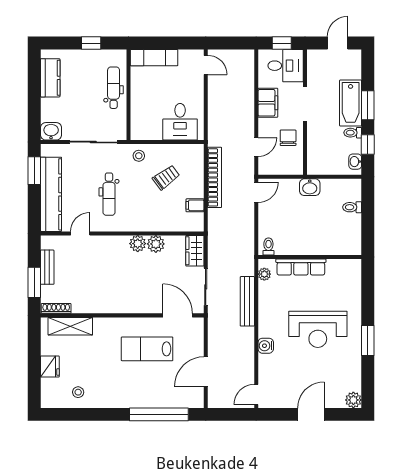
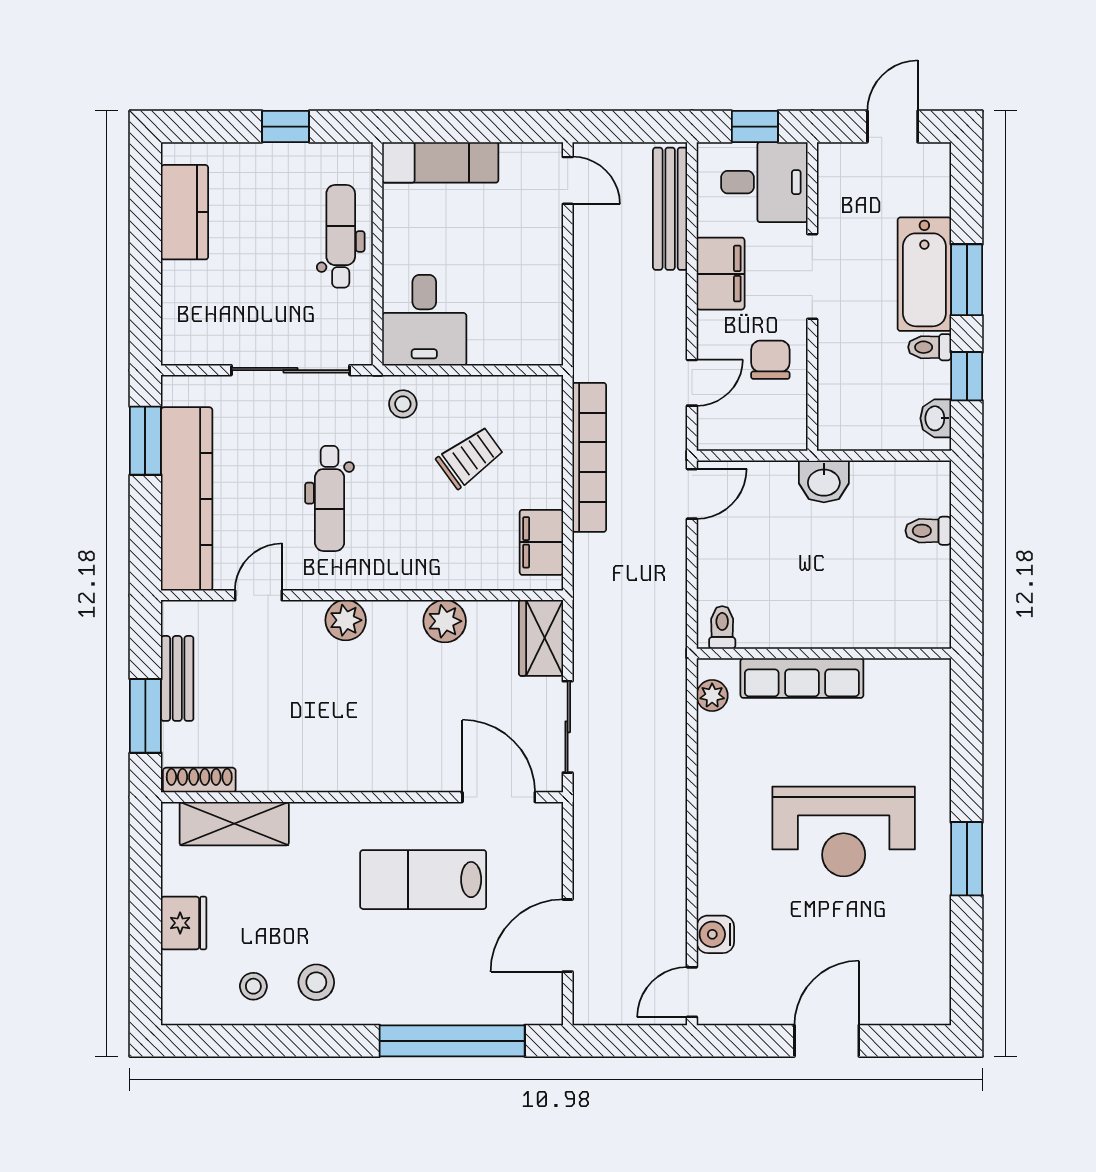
desk: (180, 122) -> (424, 320), moved
washbasin: (51, 131) -> (187, 344), removed
filing cabinet: (195, 205) -> (541, 542), width x2.00
plant: (138, 244) -> (346, 620), moved
bench: (247, 301) -> (670, 209), moved
water cooler: (266, 346) -> (715, 934), moved
stool: (104, 391) -> (316, 982), added
plant: (353, 400) -> (931, 1005), removed

